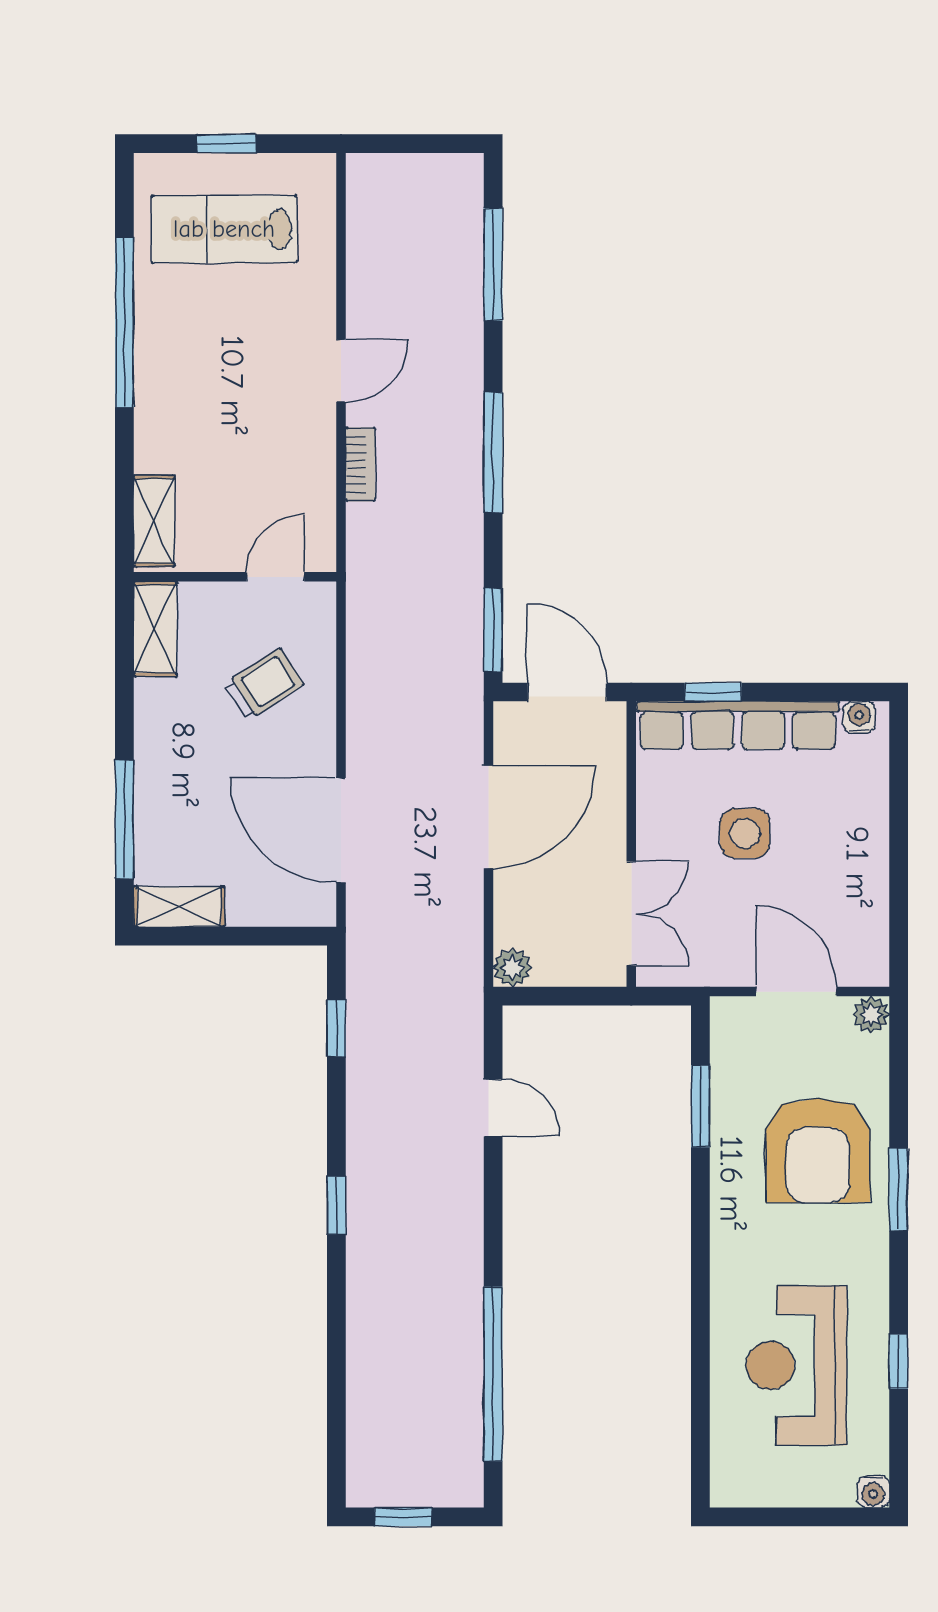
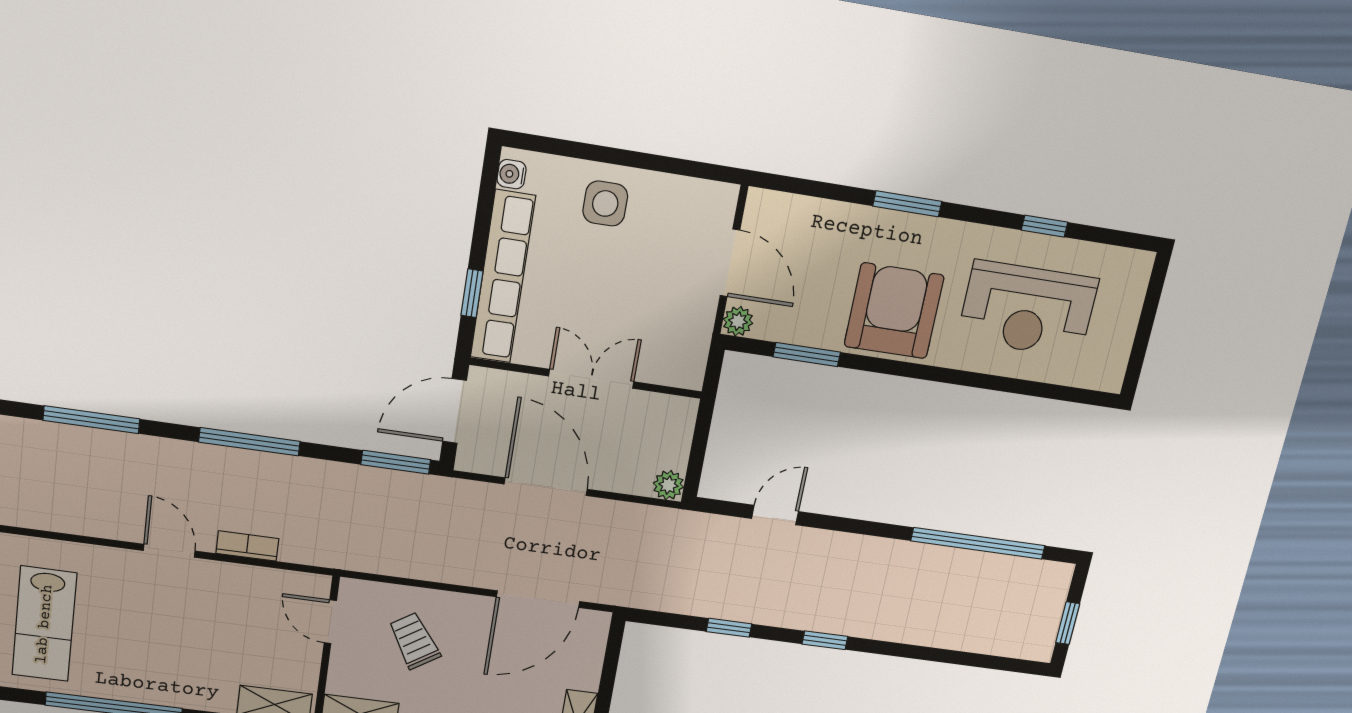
side table: (745, 833) -> (605, 204), moved
double door: (631, 913) -> (591, 379), moved
door: (796, 992) -> (730, 263), swing flipped
plant: (871, 1015) -> (738, 321), moved
window: (336, 1028) -> (729, 628), moved
armchair: (818, 1150) -> (894, 311), moved, turned -90
water cooler: (873, 1492) -> (1141, 263), removed

